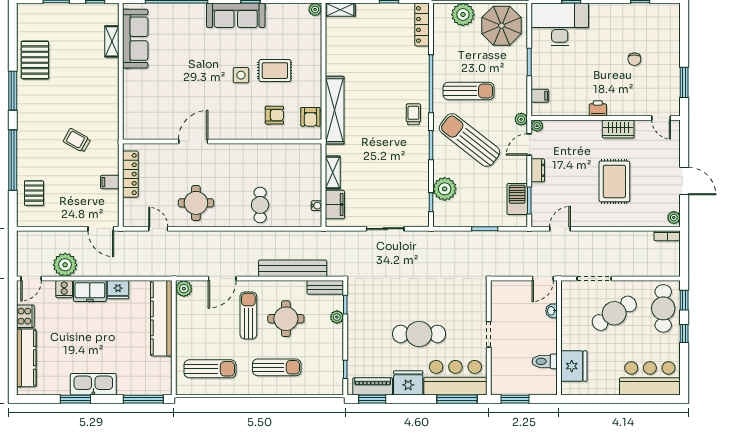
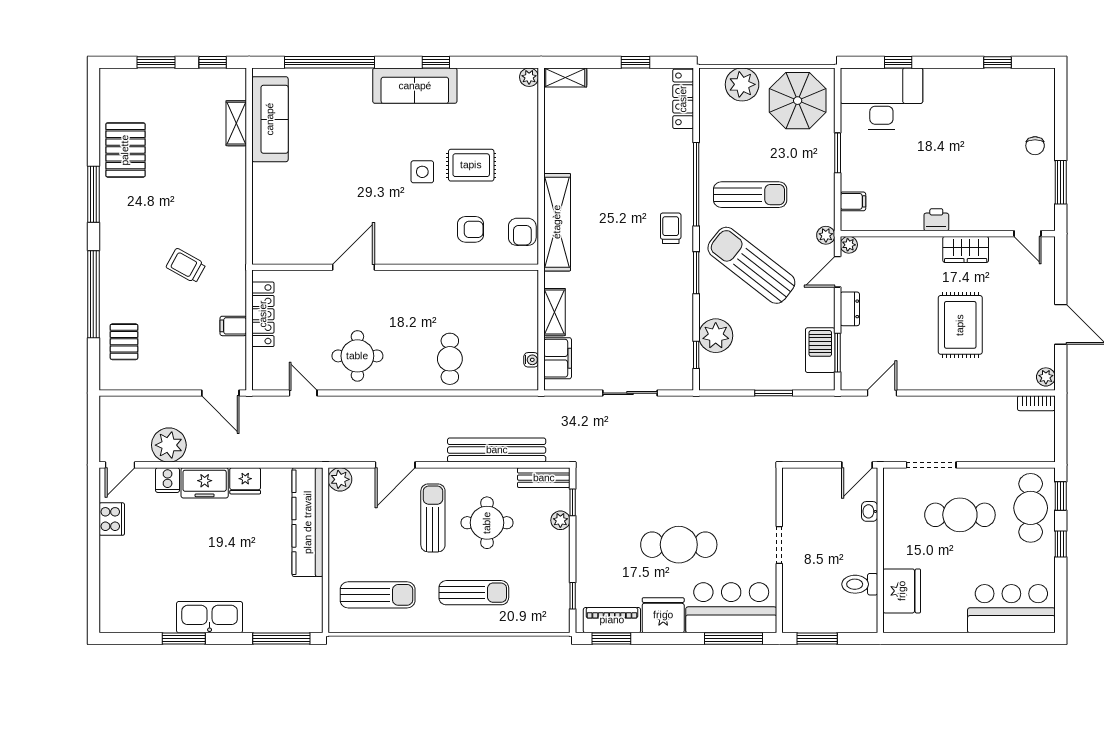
chair: (634, 59) -> (1035, 146), moved
cafe table: (614, 313) -> (960, 515), turned 33
kitchen counter: (26, 358) -> (113, 579), removed

